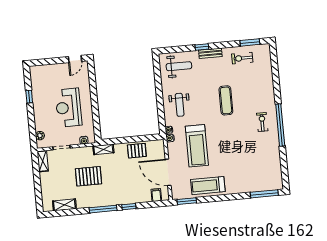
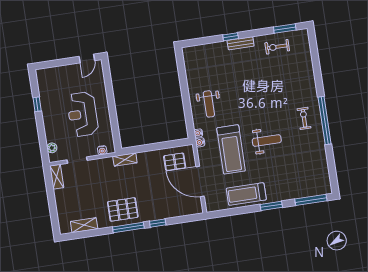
weight bench: (179, 66) -> (267, 140), moved
exercise mat: (226, 100) -> (261, 96), removed
pallet: (137, 151) -> (175, 162), moved
pallet: (89, 176) -> (123, 209), moved
filing cabinet: (156, 195) -> (188, 208), removed
window: (187, 201) -> (271, 206), moved

